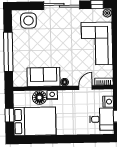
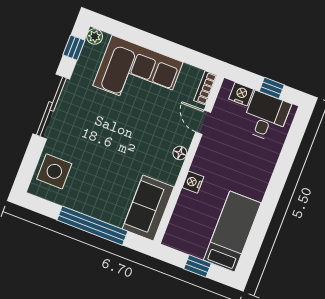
sofa: (44, 77) -> (148, 208), moved
floor lamp: (39, 98) -> (189, 205), removed
bed: (35, 121) -> (232, 231), width x0.67

